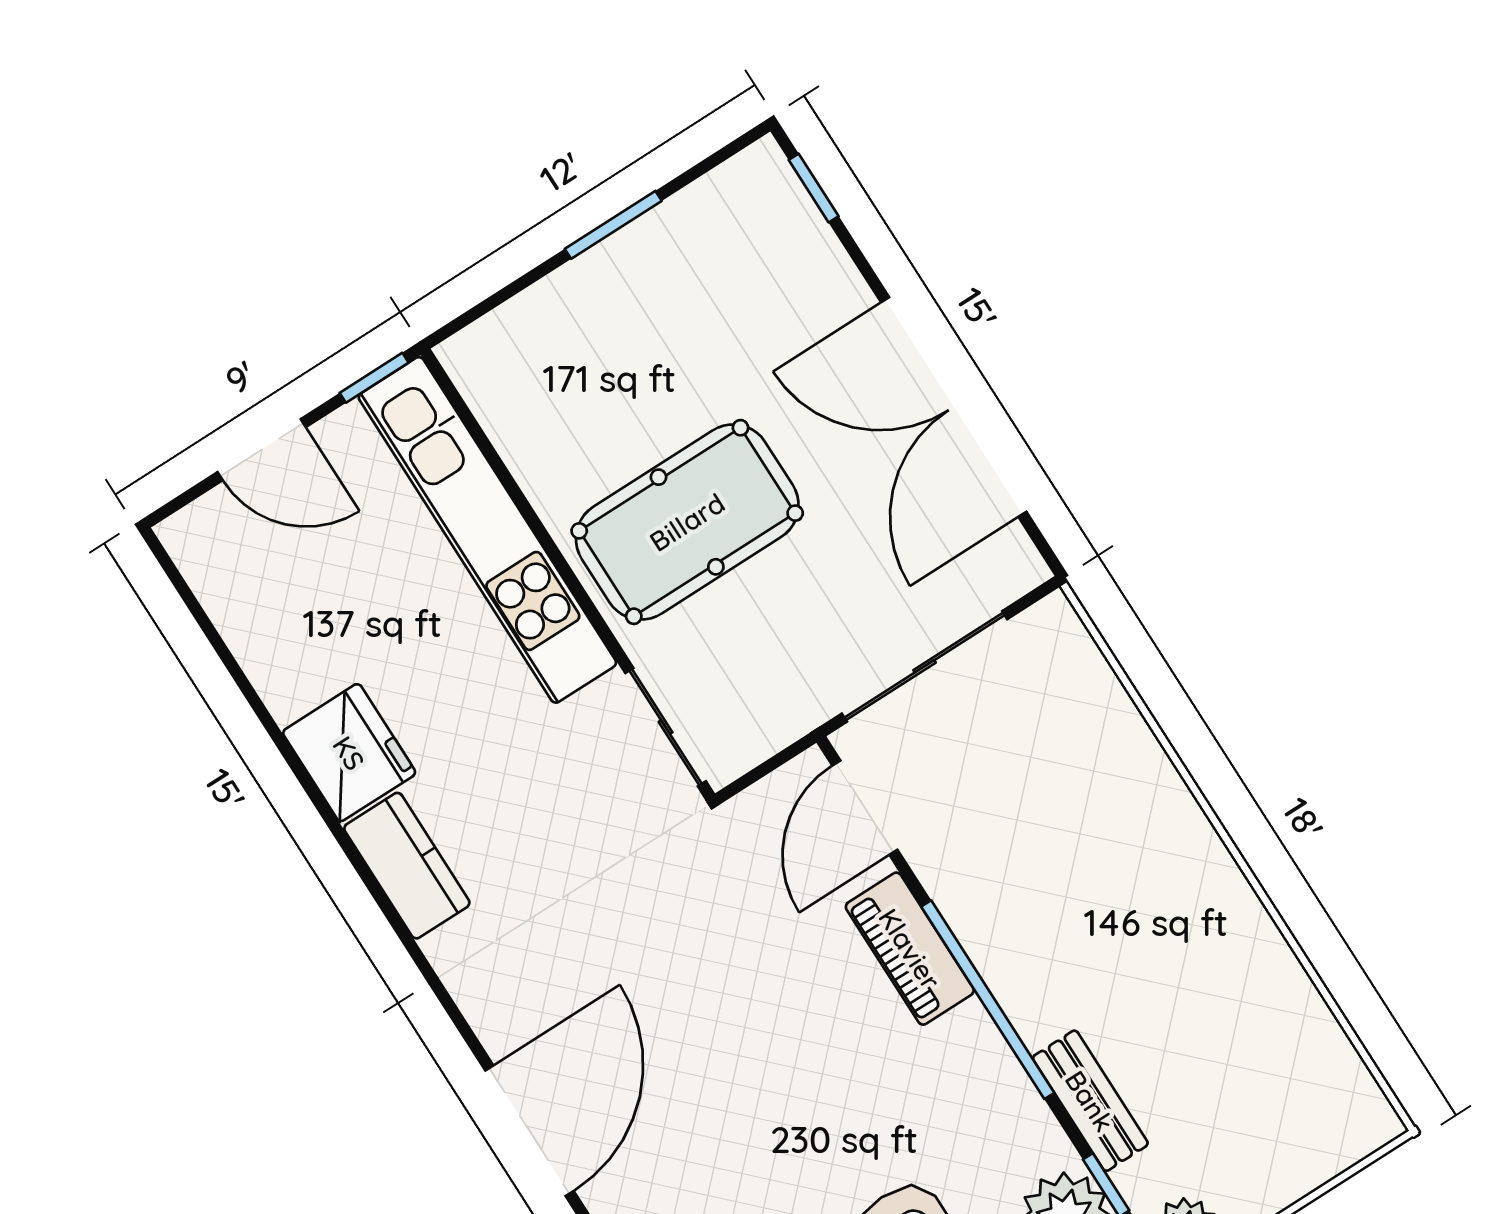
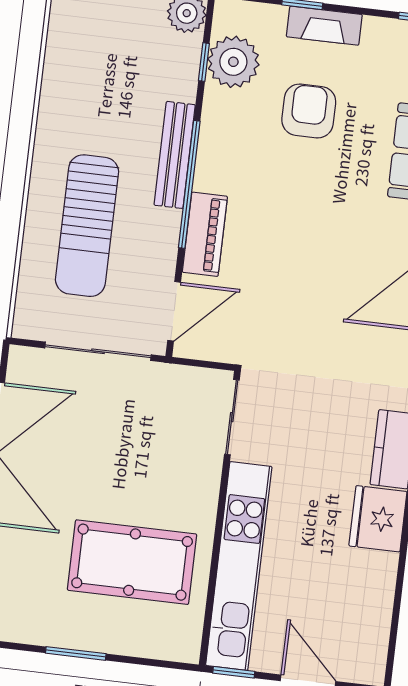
pool table: (687, 522) -> (132, 562), moved
sun lounger: (1082, 827) -> (87, 226), added
bench: (1090, 1101) -> (175, 155), moved, width x1.36

